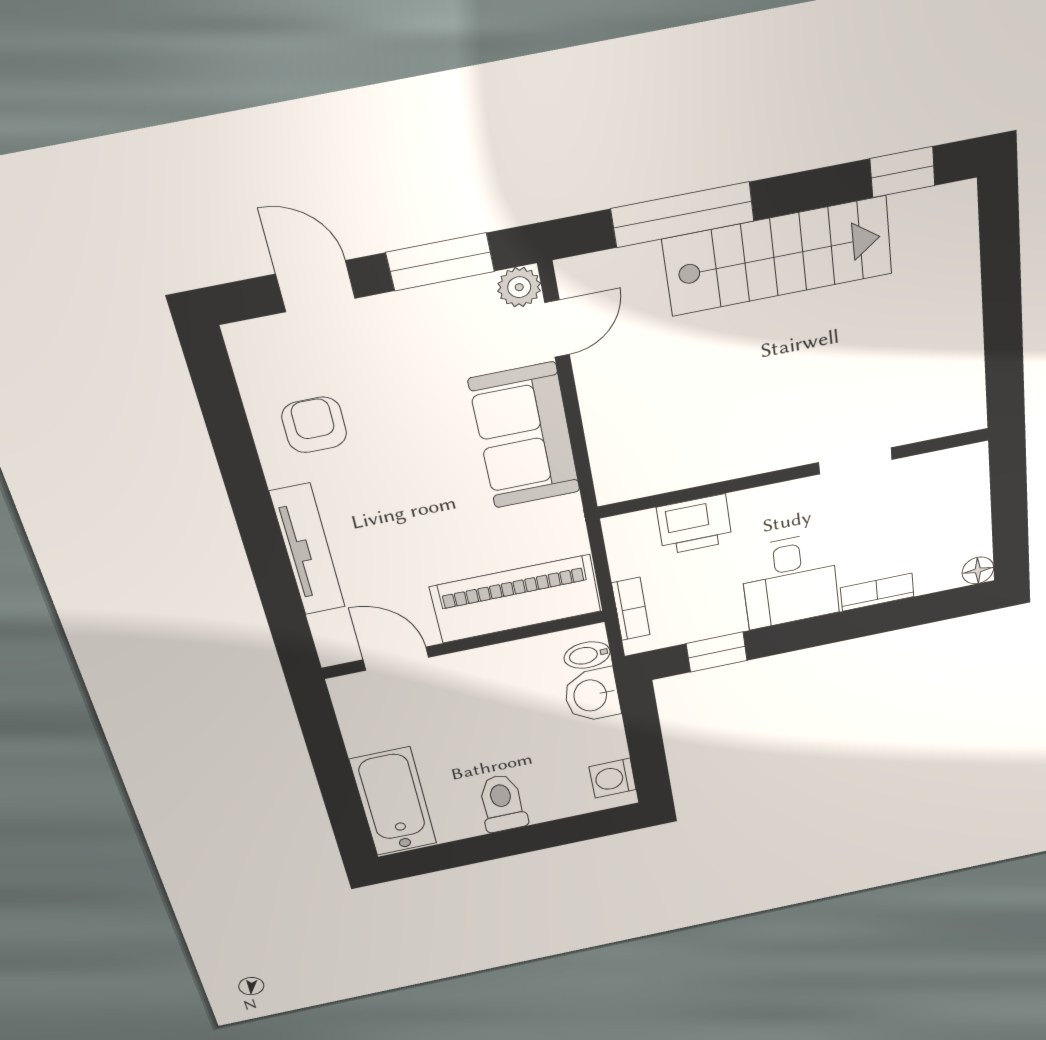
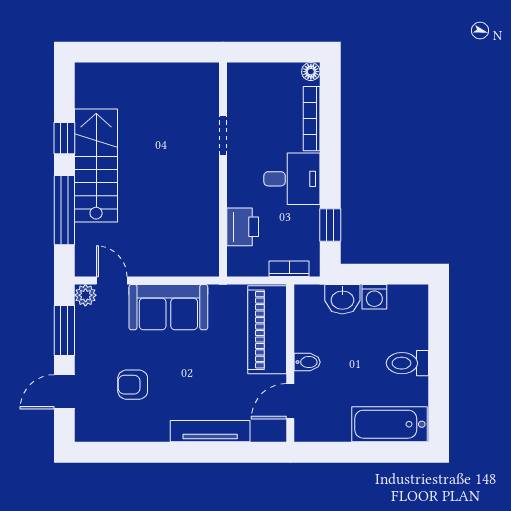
window: (903, 172) -> (64, 138), moved
armchair: (314, 425) -> (133, 385), moved
bookcase: (877, 592) -> (312, 119), width x1.56
bidet: (587, 655) -> (307, 362), moved, turned -90
washing machine: (613, 778) -> (374, 297), moved

